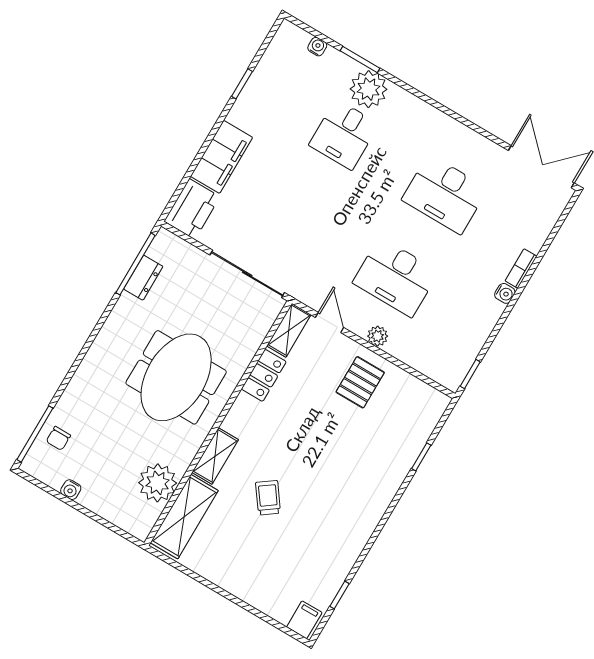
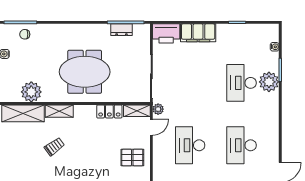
desk: (344, 134) -> (242, 83), width x1.37
plant: (378, 336) -> (158, 109), moved

